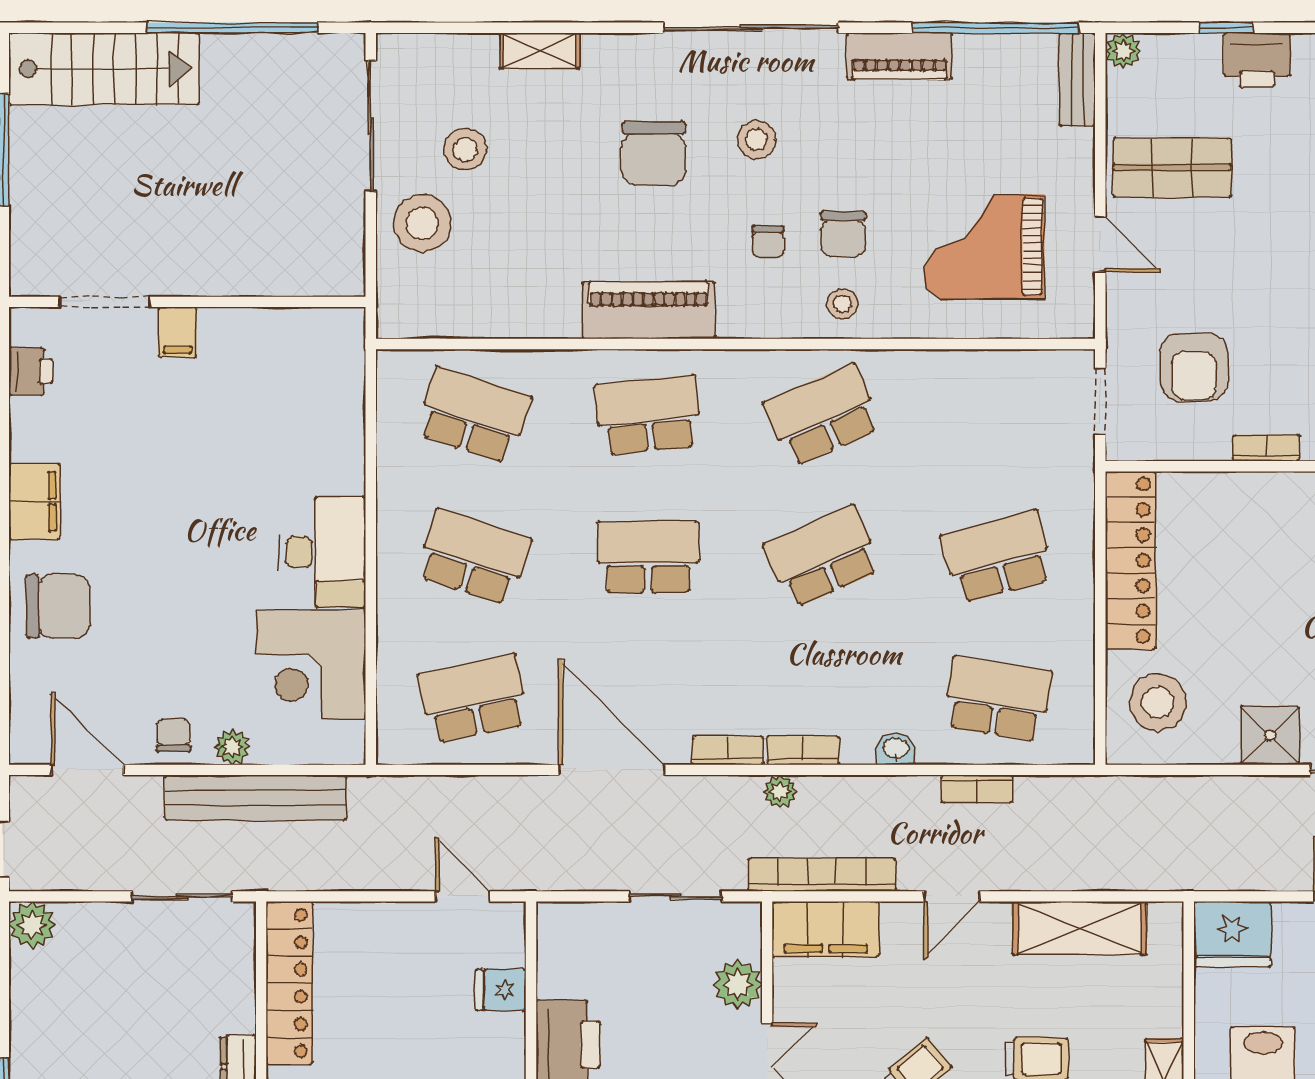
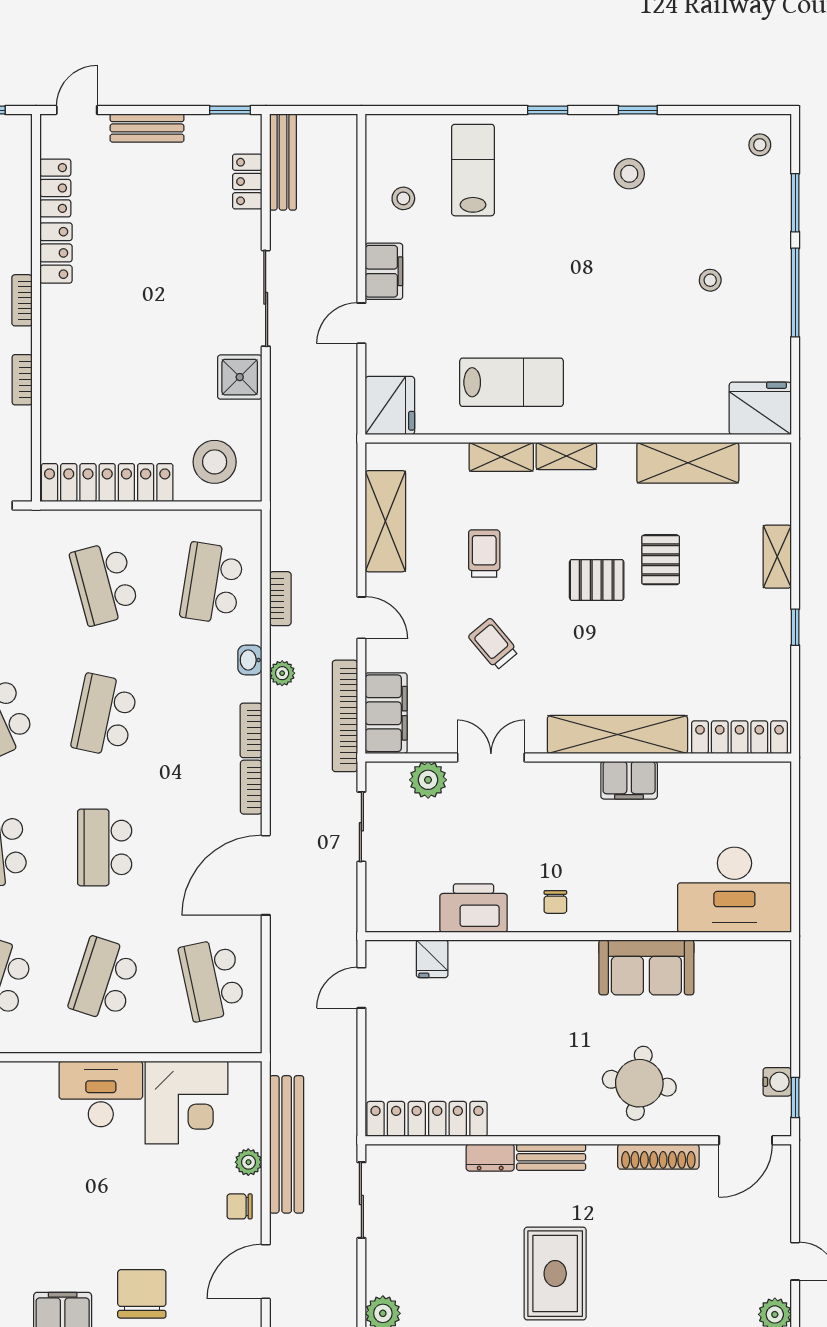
school desk: (823, 557) -> (105, 715), turned 36
plant: (780, 792) -> (282, 673), moved

